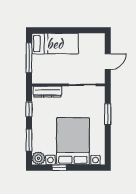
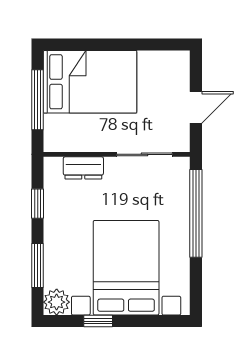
bed: (55, 44) -> (90, 82), width x1.50
dresser: (47, 92) -> (83, 168), width x0.70
window: (108, 114) -> (196, 213), width x2.11

